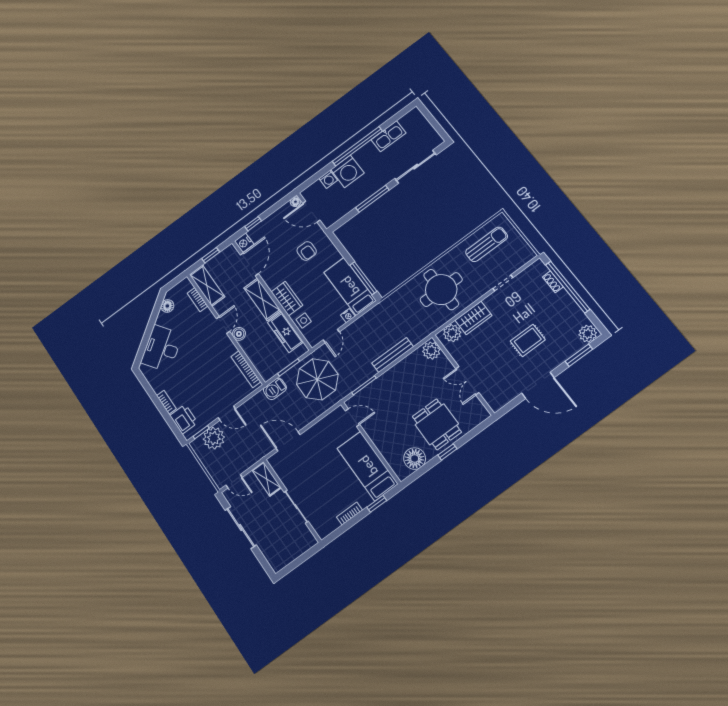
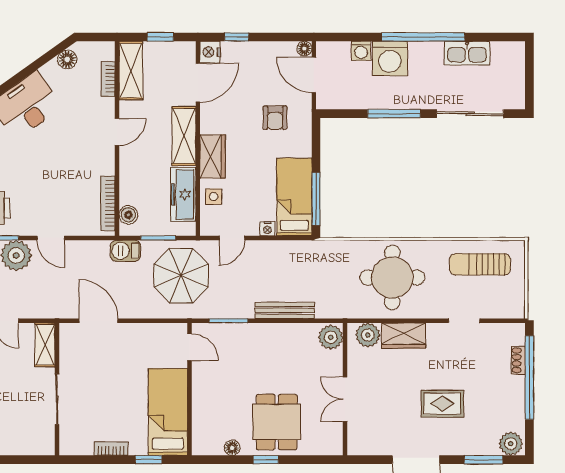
sun lounger: (487, 244) -> (480, 264), turned 180
boiler: (239, 334) -> (128, 215), moved
floor lamp: (415, 459) -> (232, 448), width x0.53, depth x0.53

